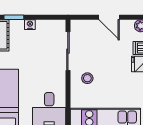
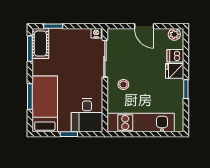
nightstand: (30, 25) -> (96, 33), moved

